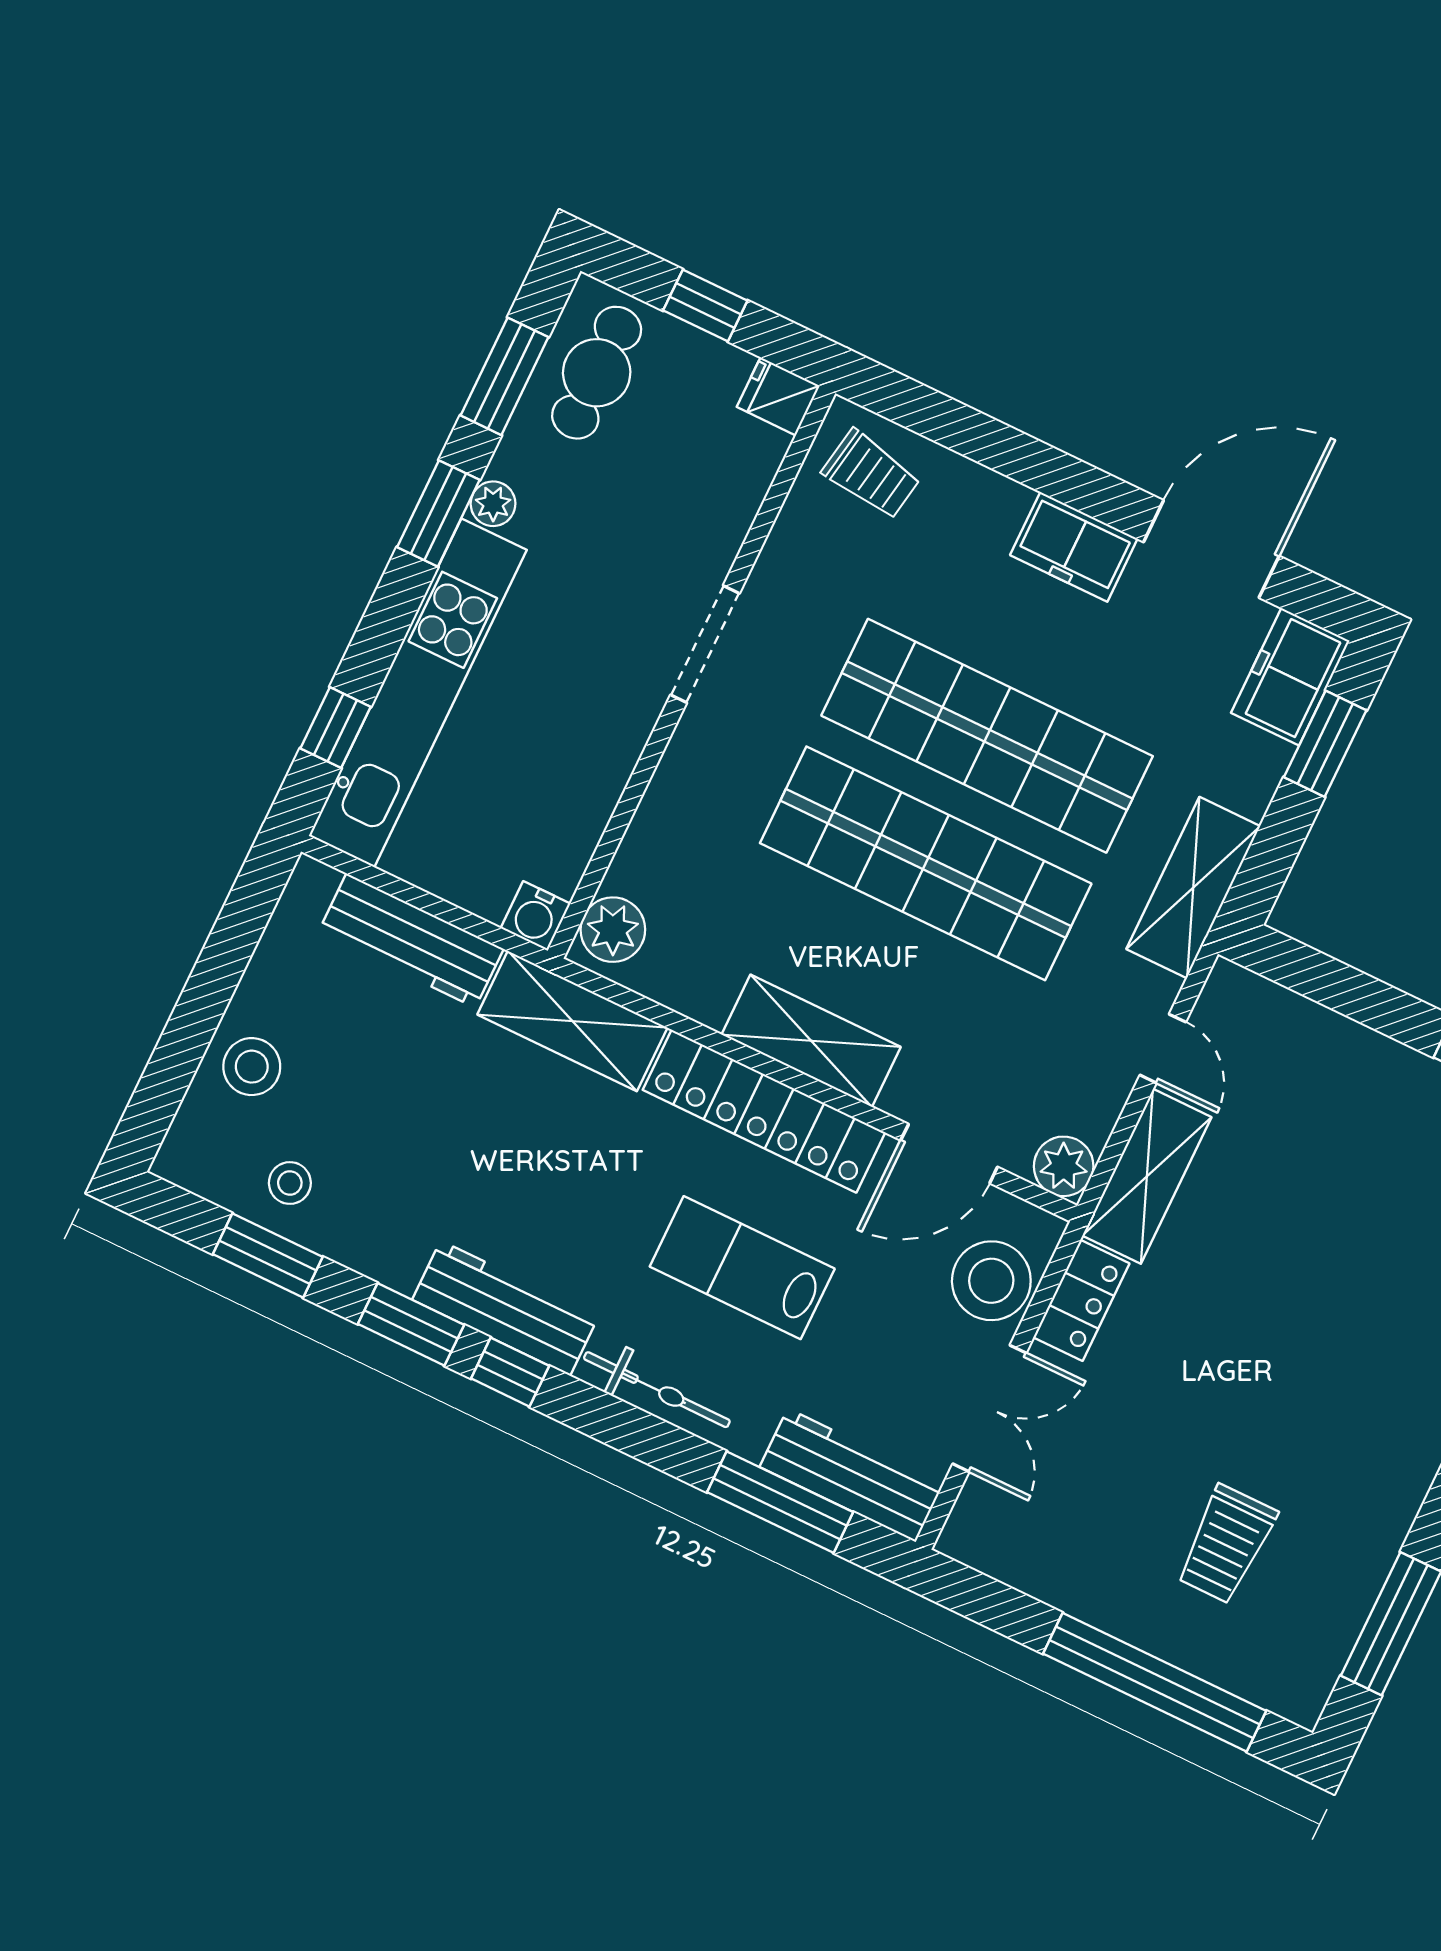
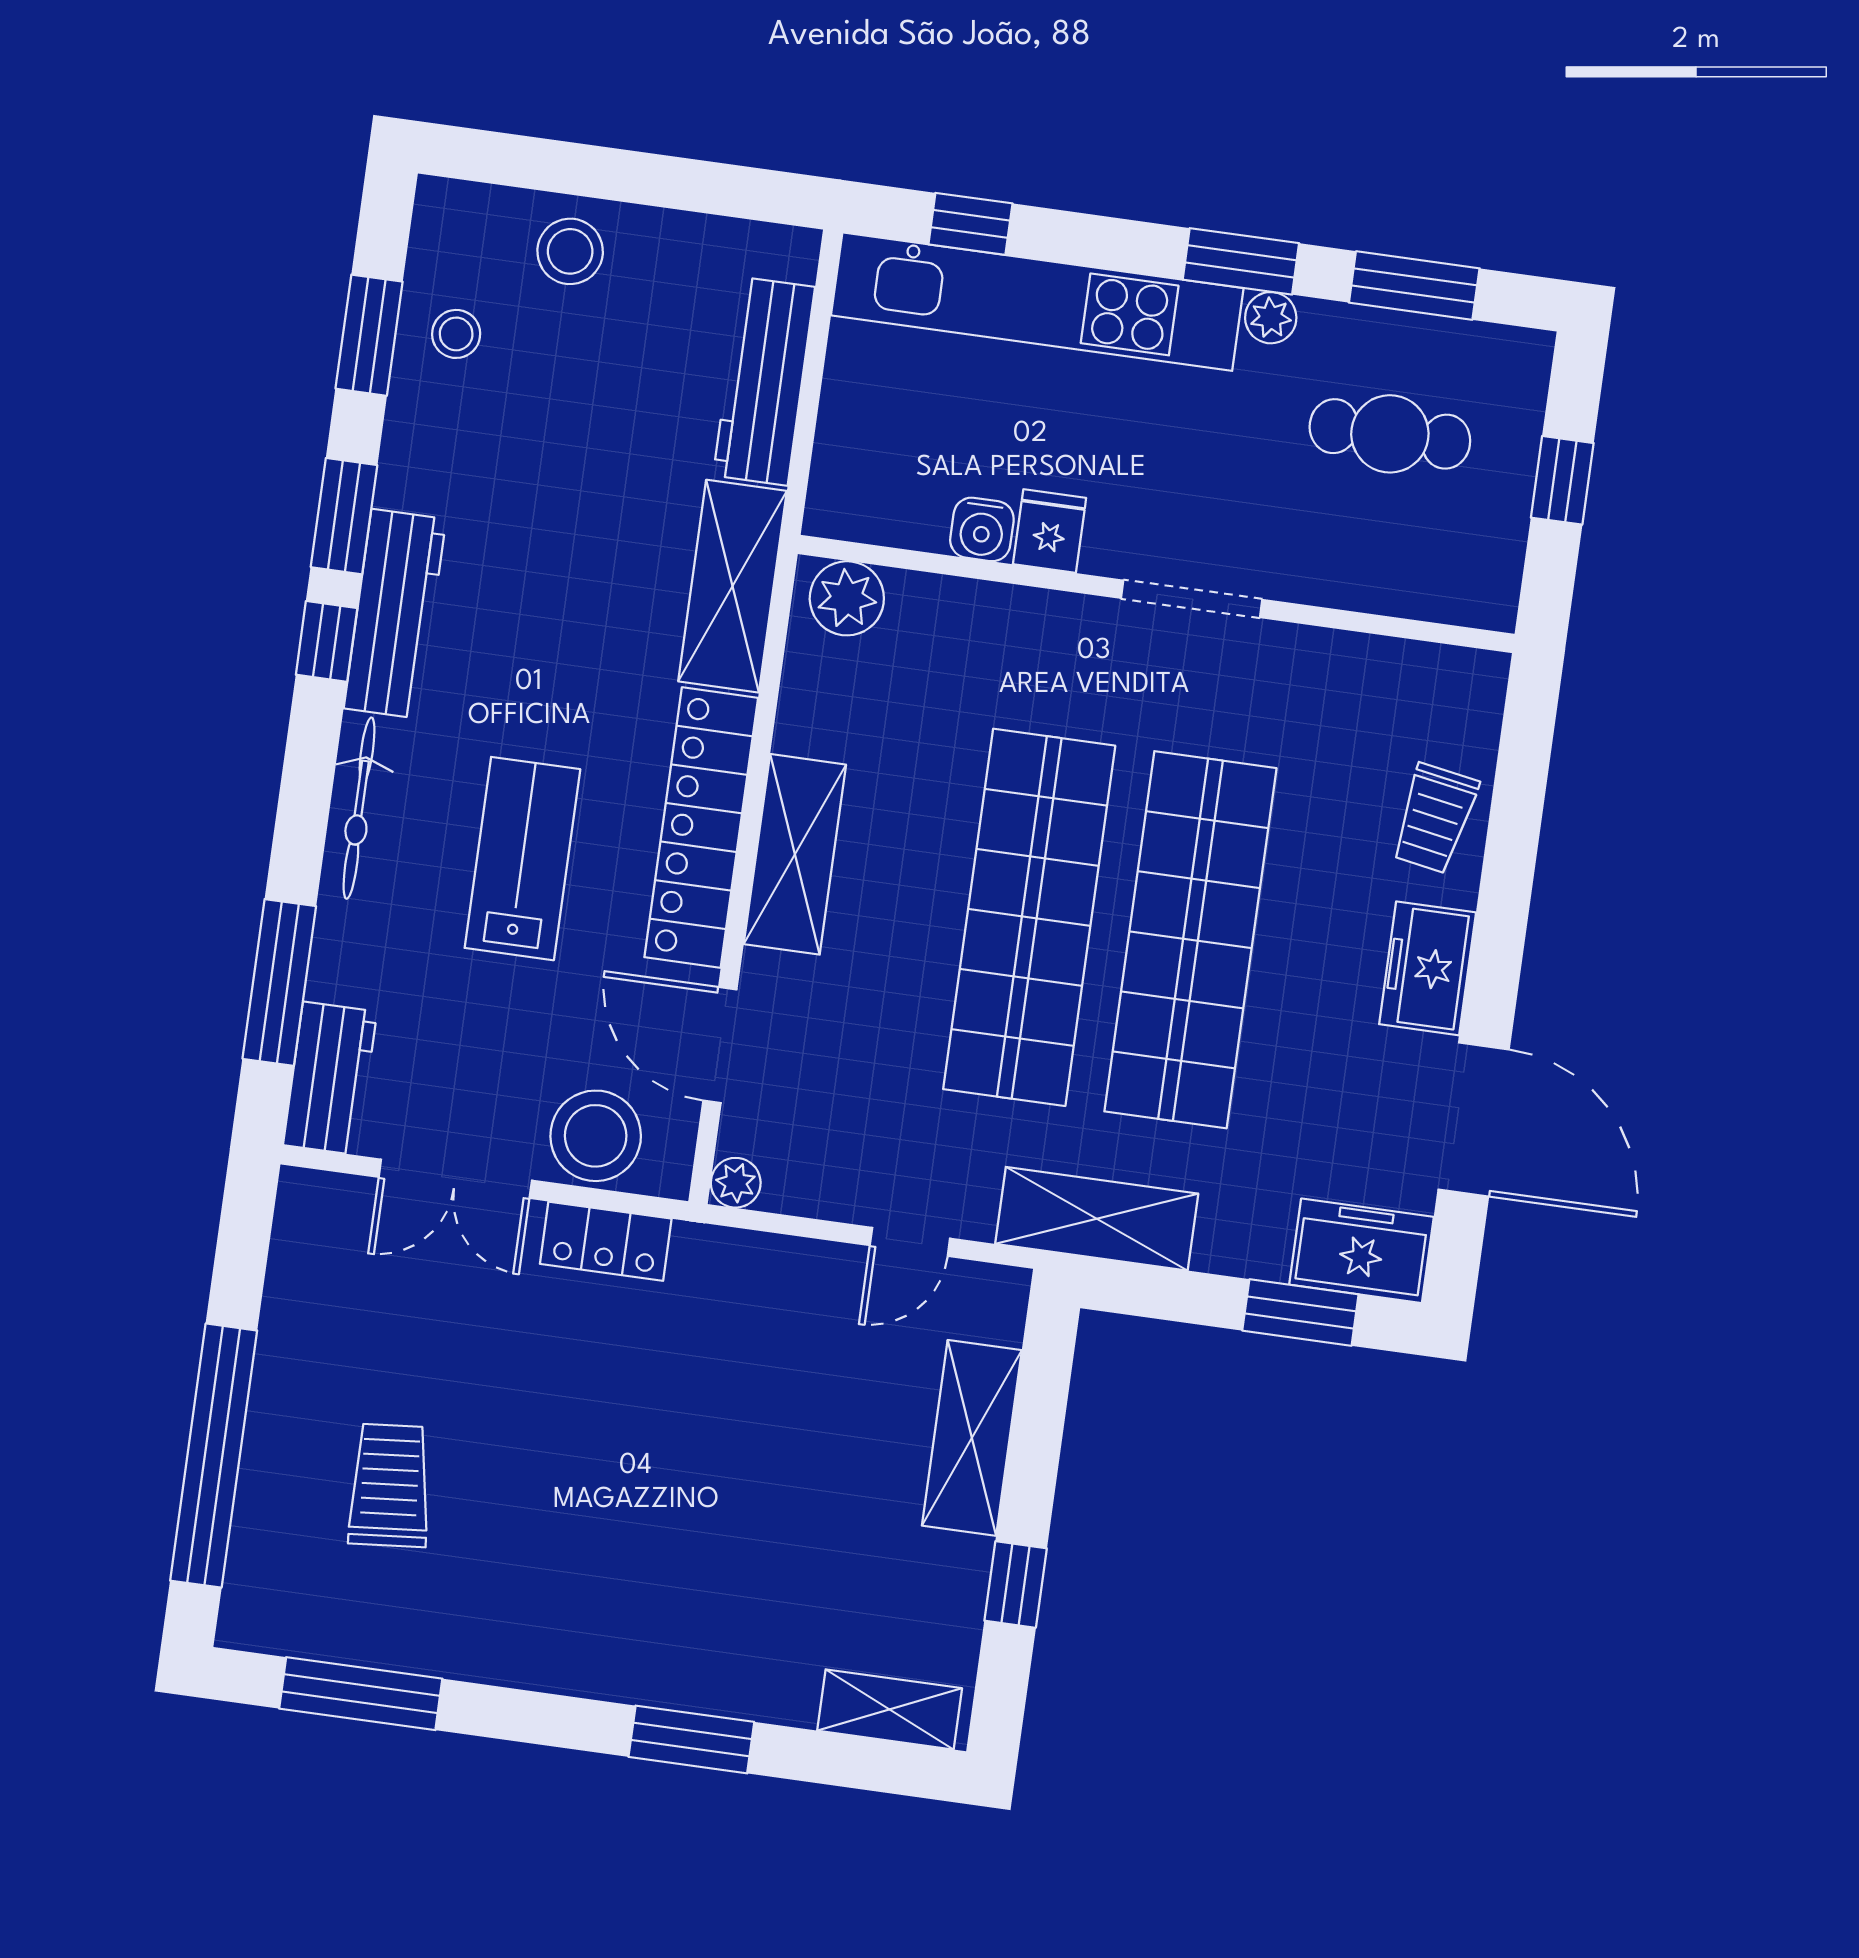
cafe table: (597, 373) -> (1390, 434), moved
fridge: (778, 396) -> (1050, 531), moved
trolley: (871, 474) -> (1435, 818), moved
water cooler: (536, 916) -> (982, 529), moved, turned -90
plant: (1064, 1166) -> (736, 1183), width x0.73, depth x0.73
shelving: (1147, 1176) -> (972, 1438), moved, turned 90
workbench: (852, 1475) -> (330, 1078), width x0.73
trolley: (1226, 1544) -> (390, 1485), turned 85

